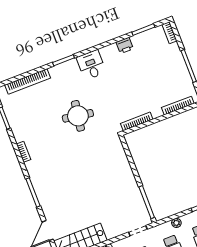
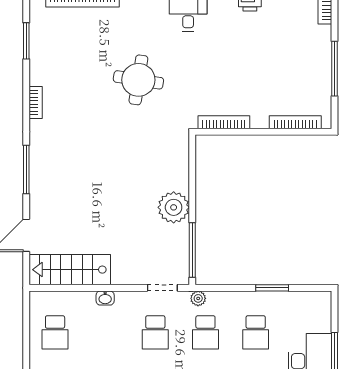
plant: (126, 182) -> (174, 207), added
plant: (176, 223) -> (198, 298), moved

